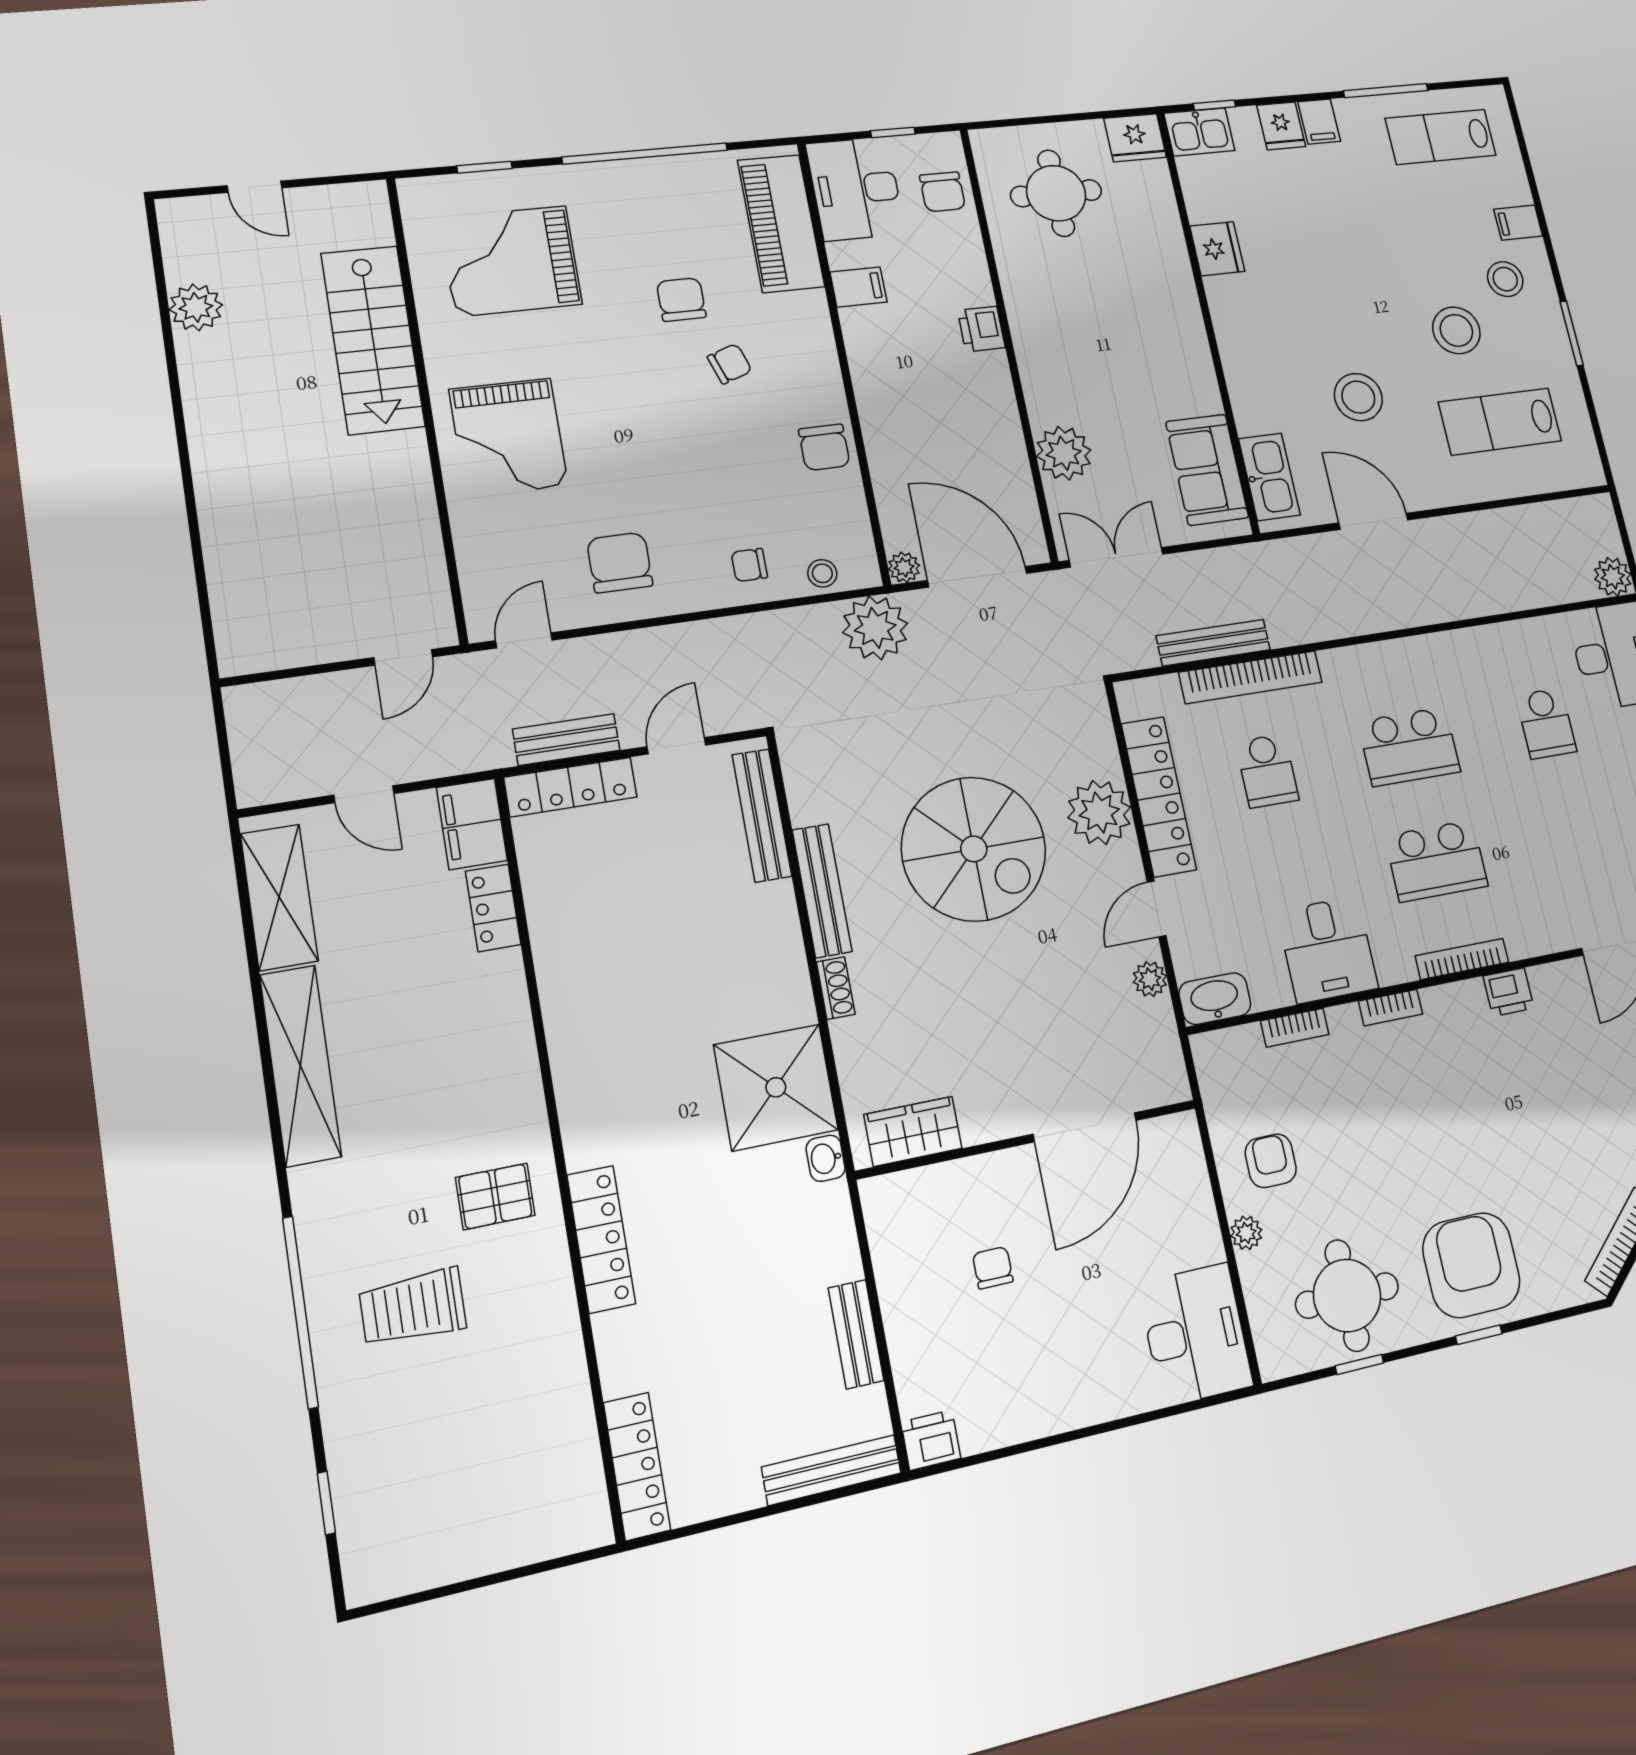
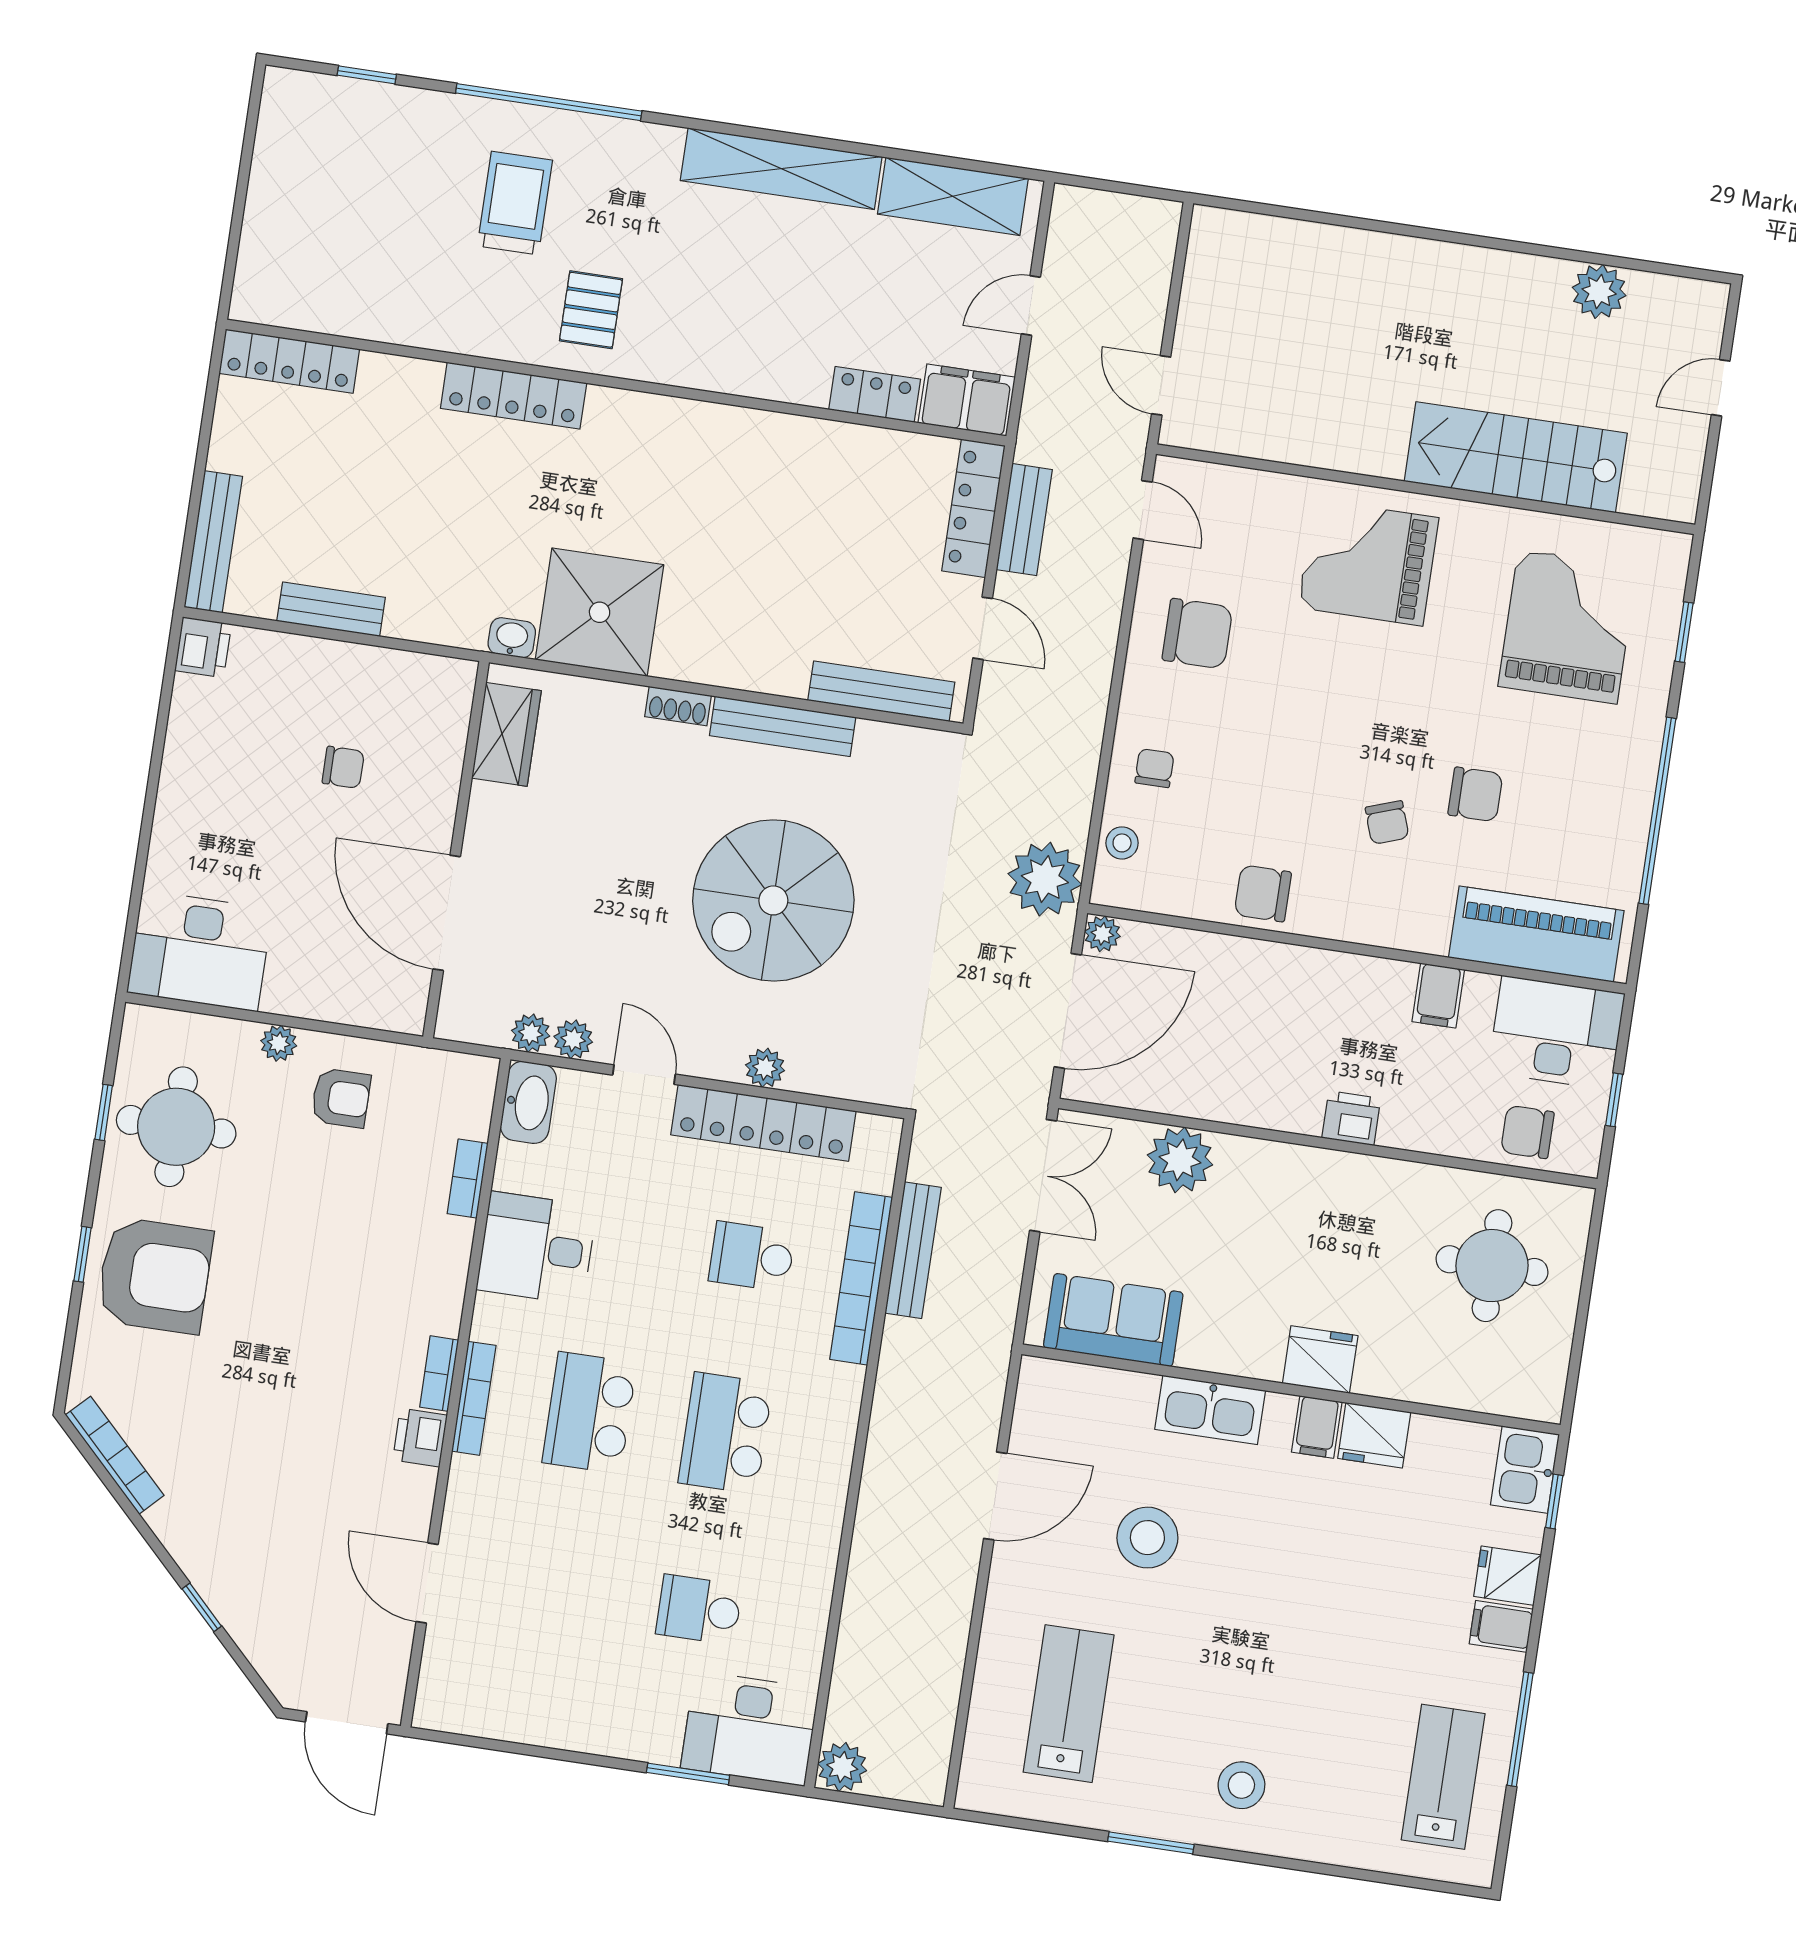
fridge: (1135, 138) -> (1320, 1360), moved, turned 90
filing cabinet: (1518, 223) -> (1317, 1427), moved, turned 180
stool: (1456, 330) -> (1195, 1695), removed
kitchen sink: (1269, 477) -> (1210, 1410), moved
plant: (1099, 812) -> (765, 1068), width x0.53, depth x0.53
bookcase: (1391, 1008) -> (439, 1374), moved
plant: (1158, 1017) -> (531, 1033), added

